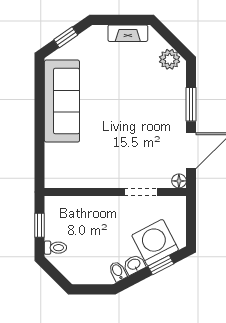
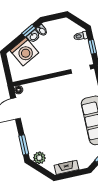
window: (191, 104) -> (24, 145), moved
doorway: (141, 192) -> (81, 69), moved
window: (161, 265) -> (29, 31), moved

